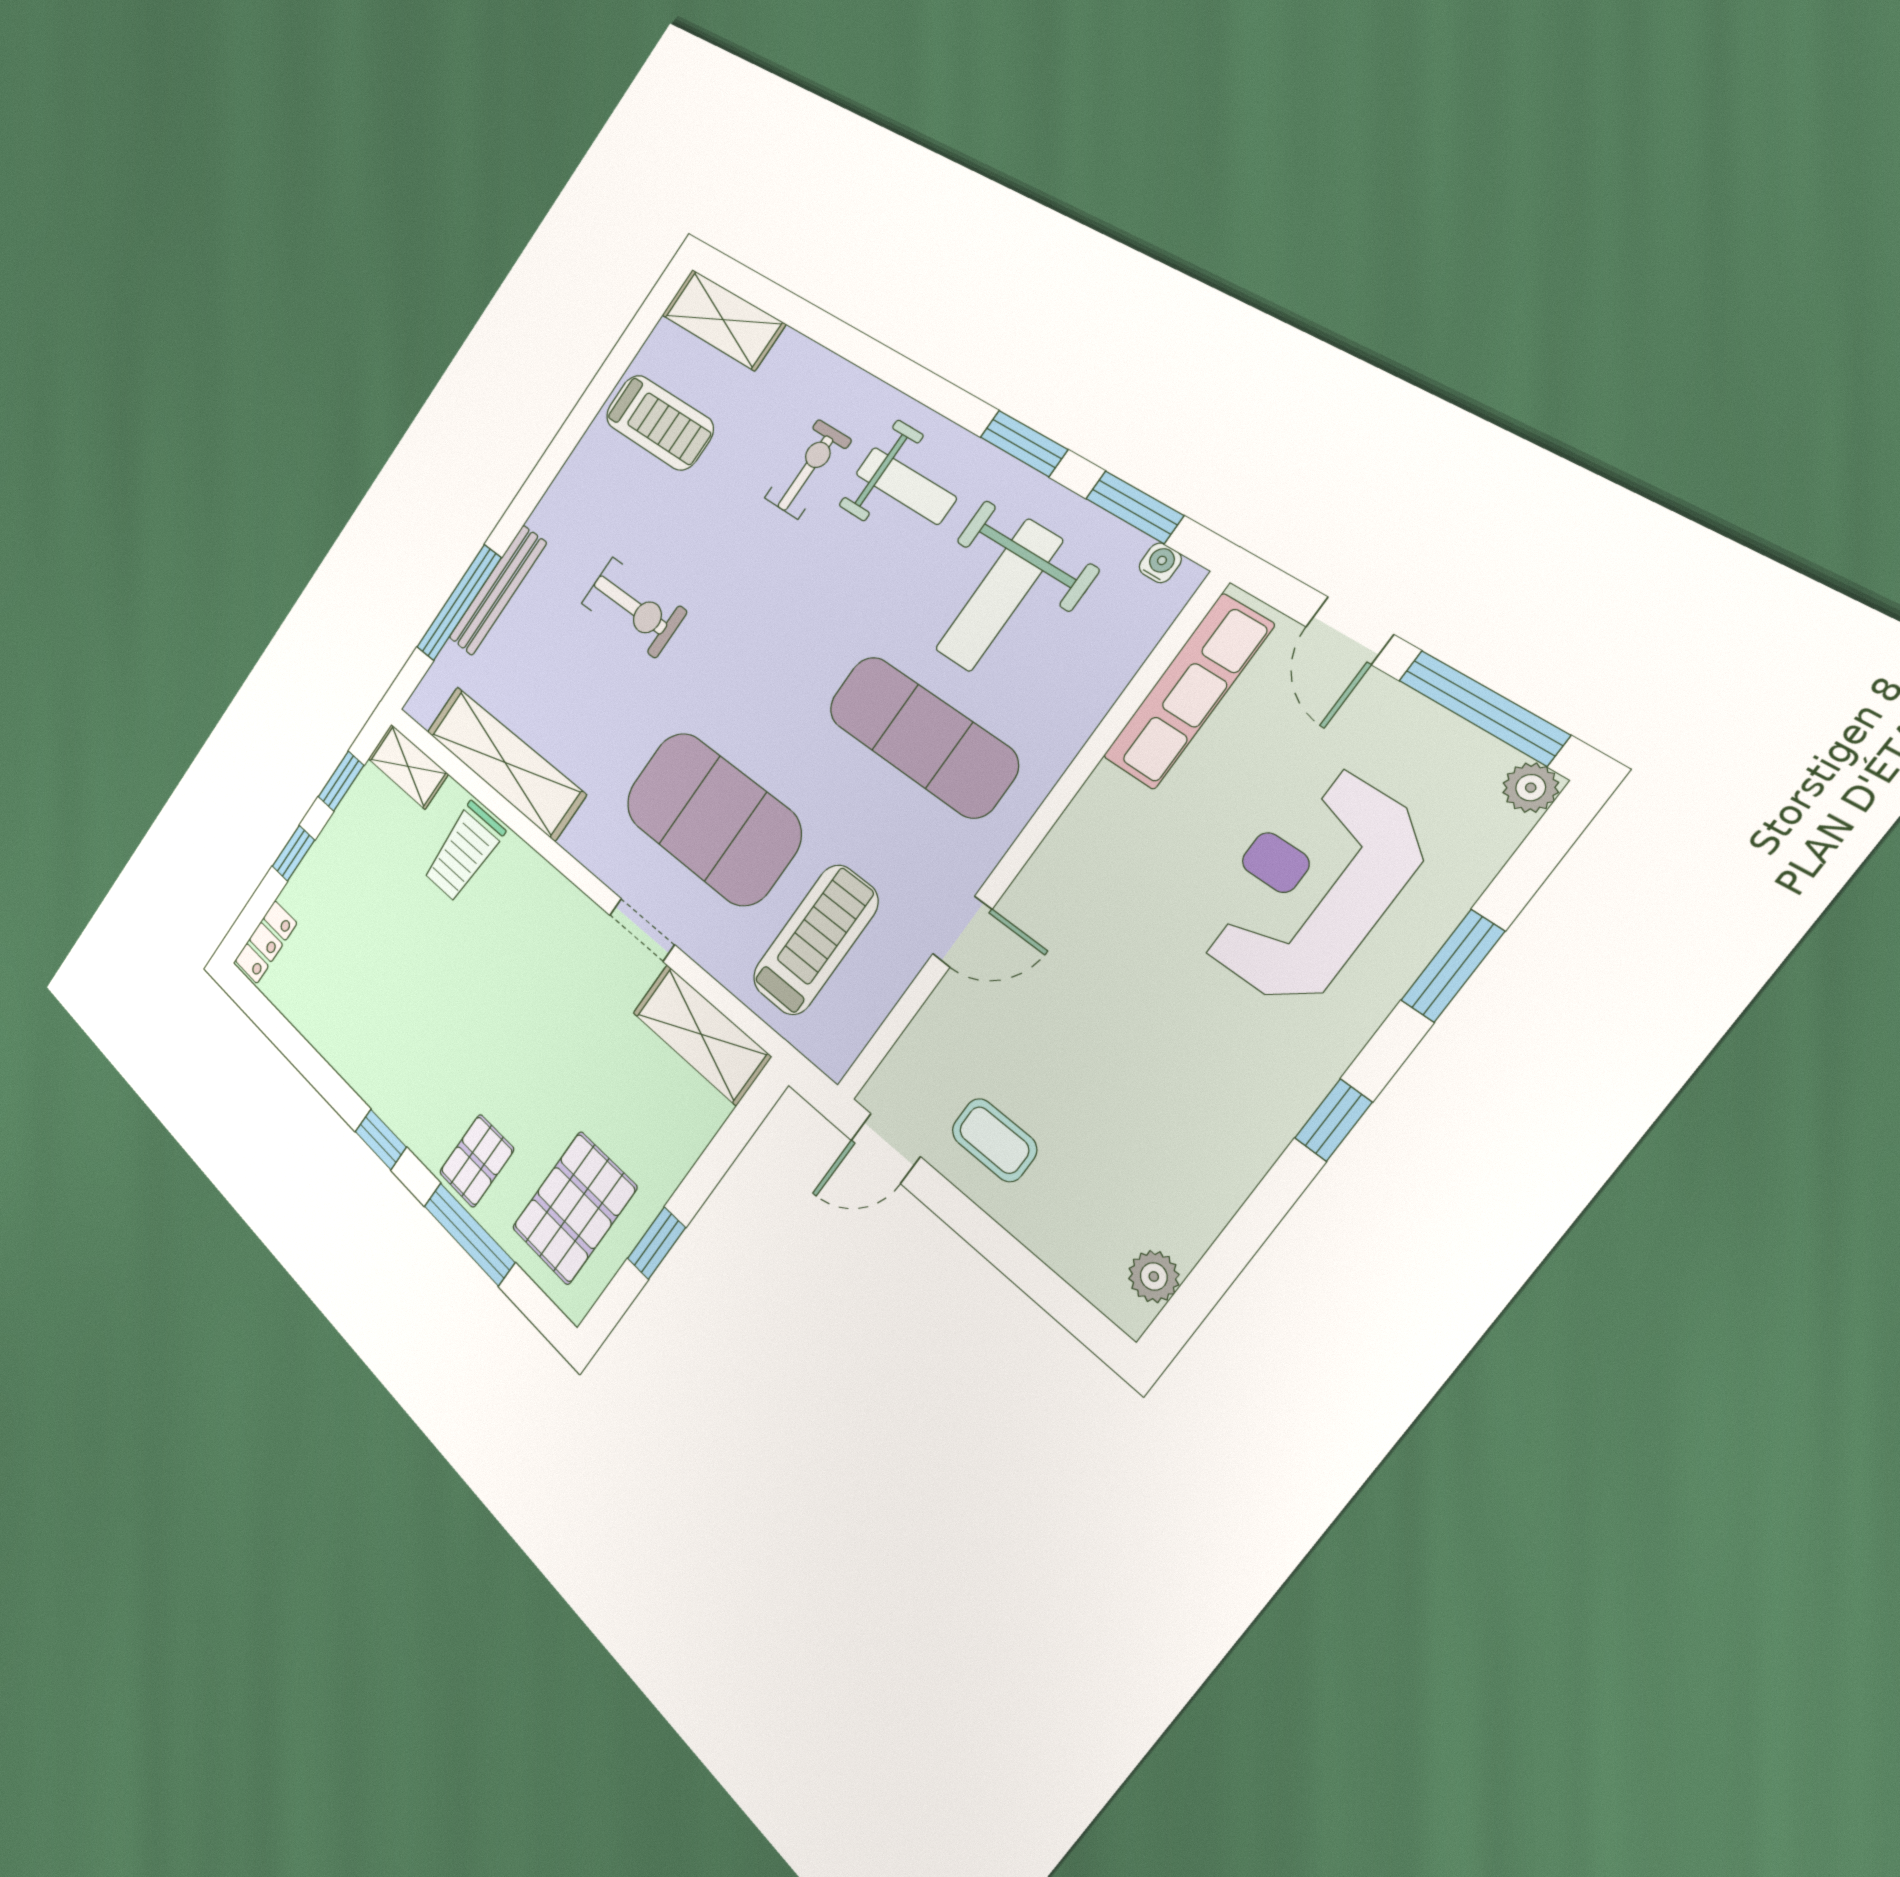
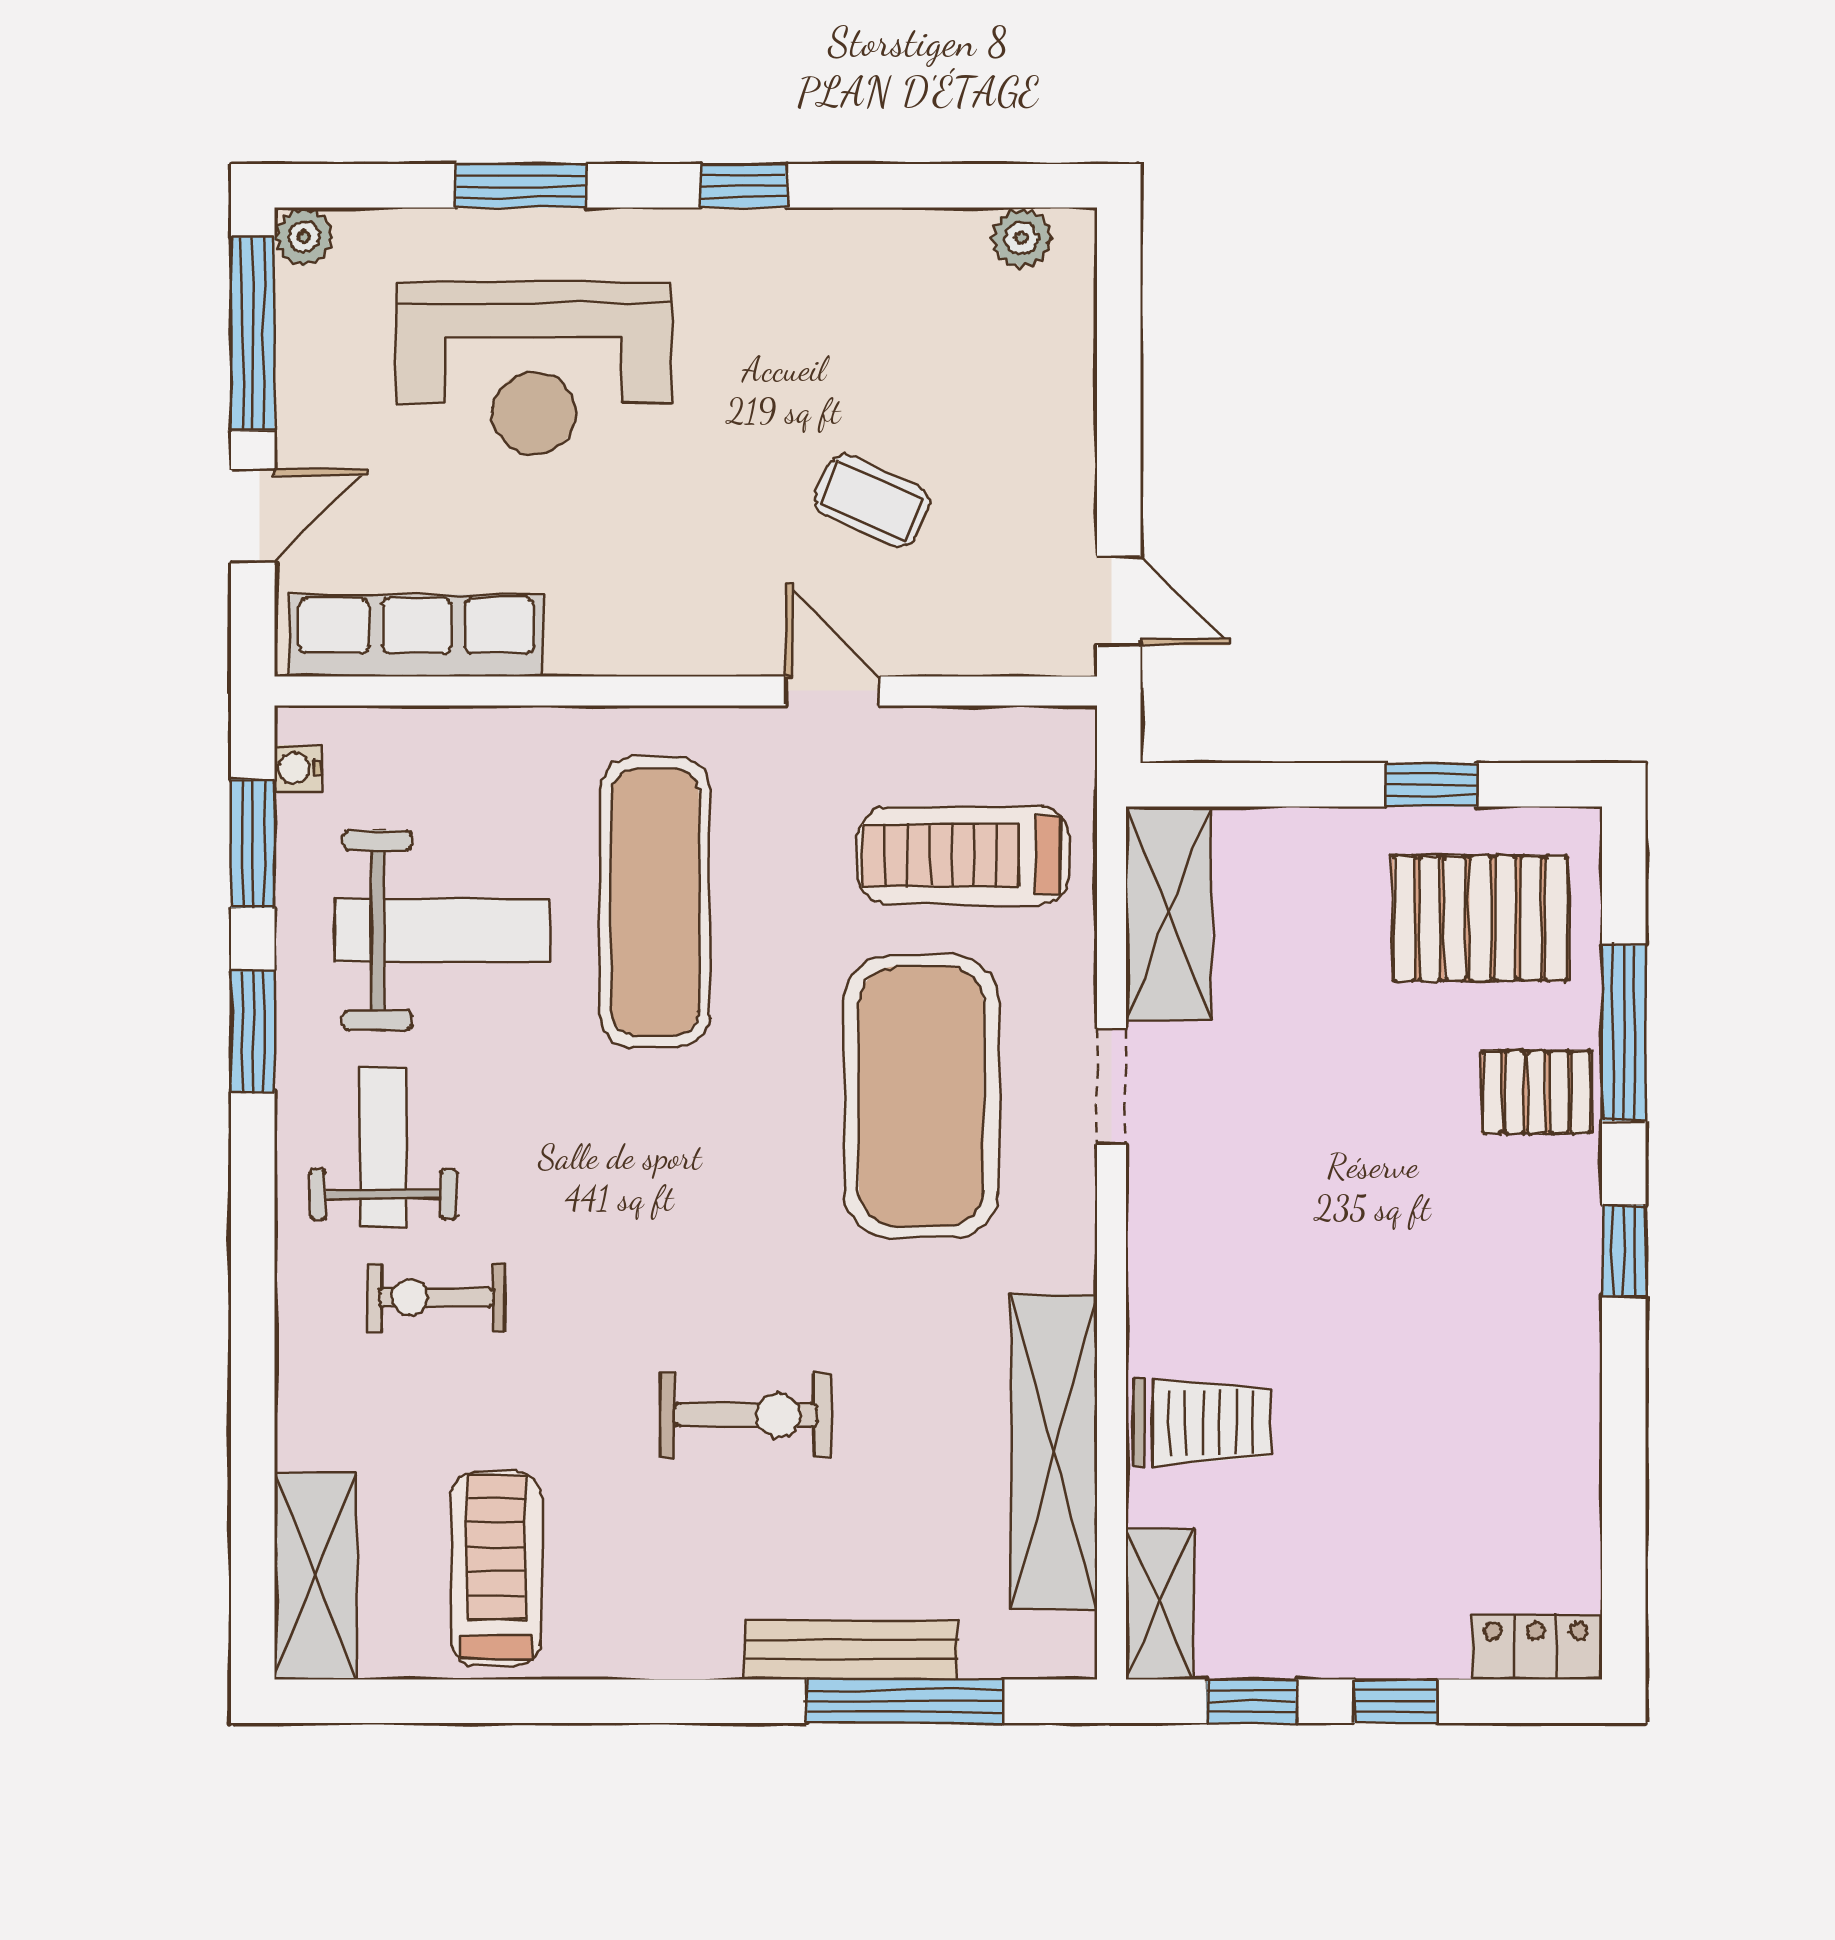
exercise bike: (634, 607) -> (746, 1415), turned 90
coffee table: (994, 1140) -> (872, 501), moved, turned -66

